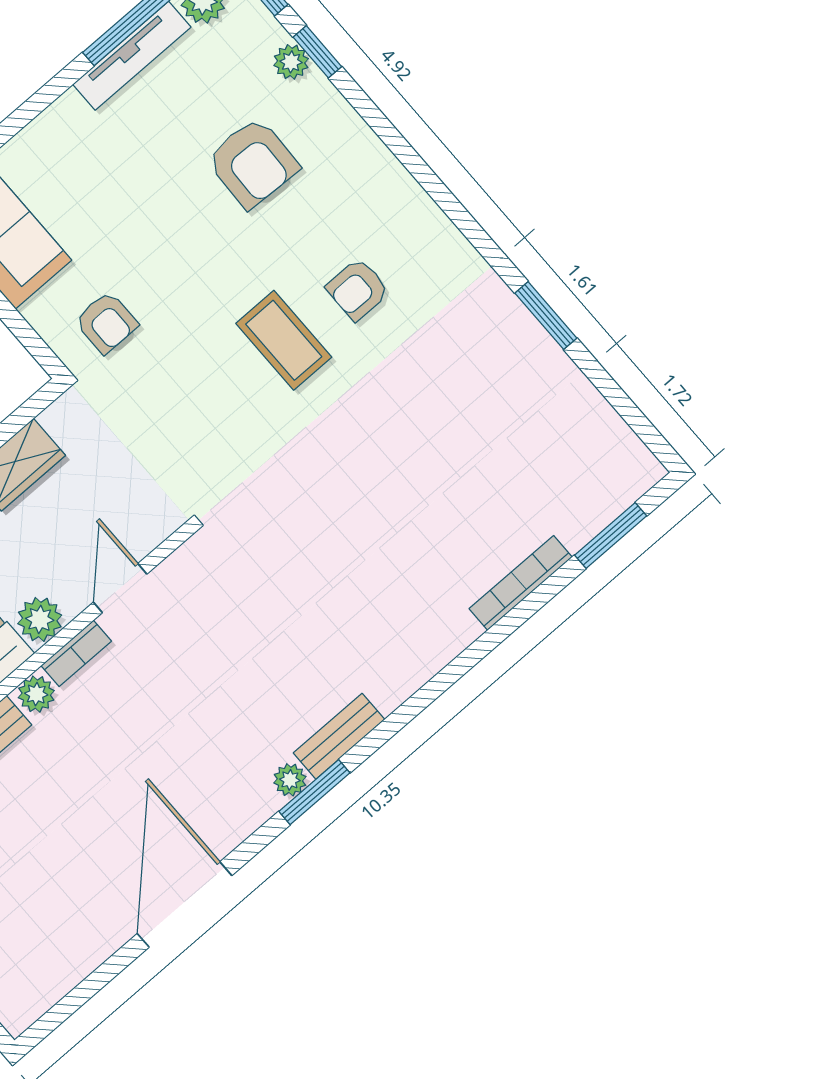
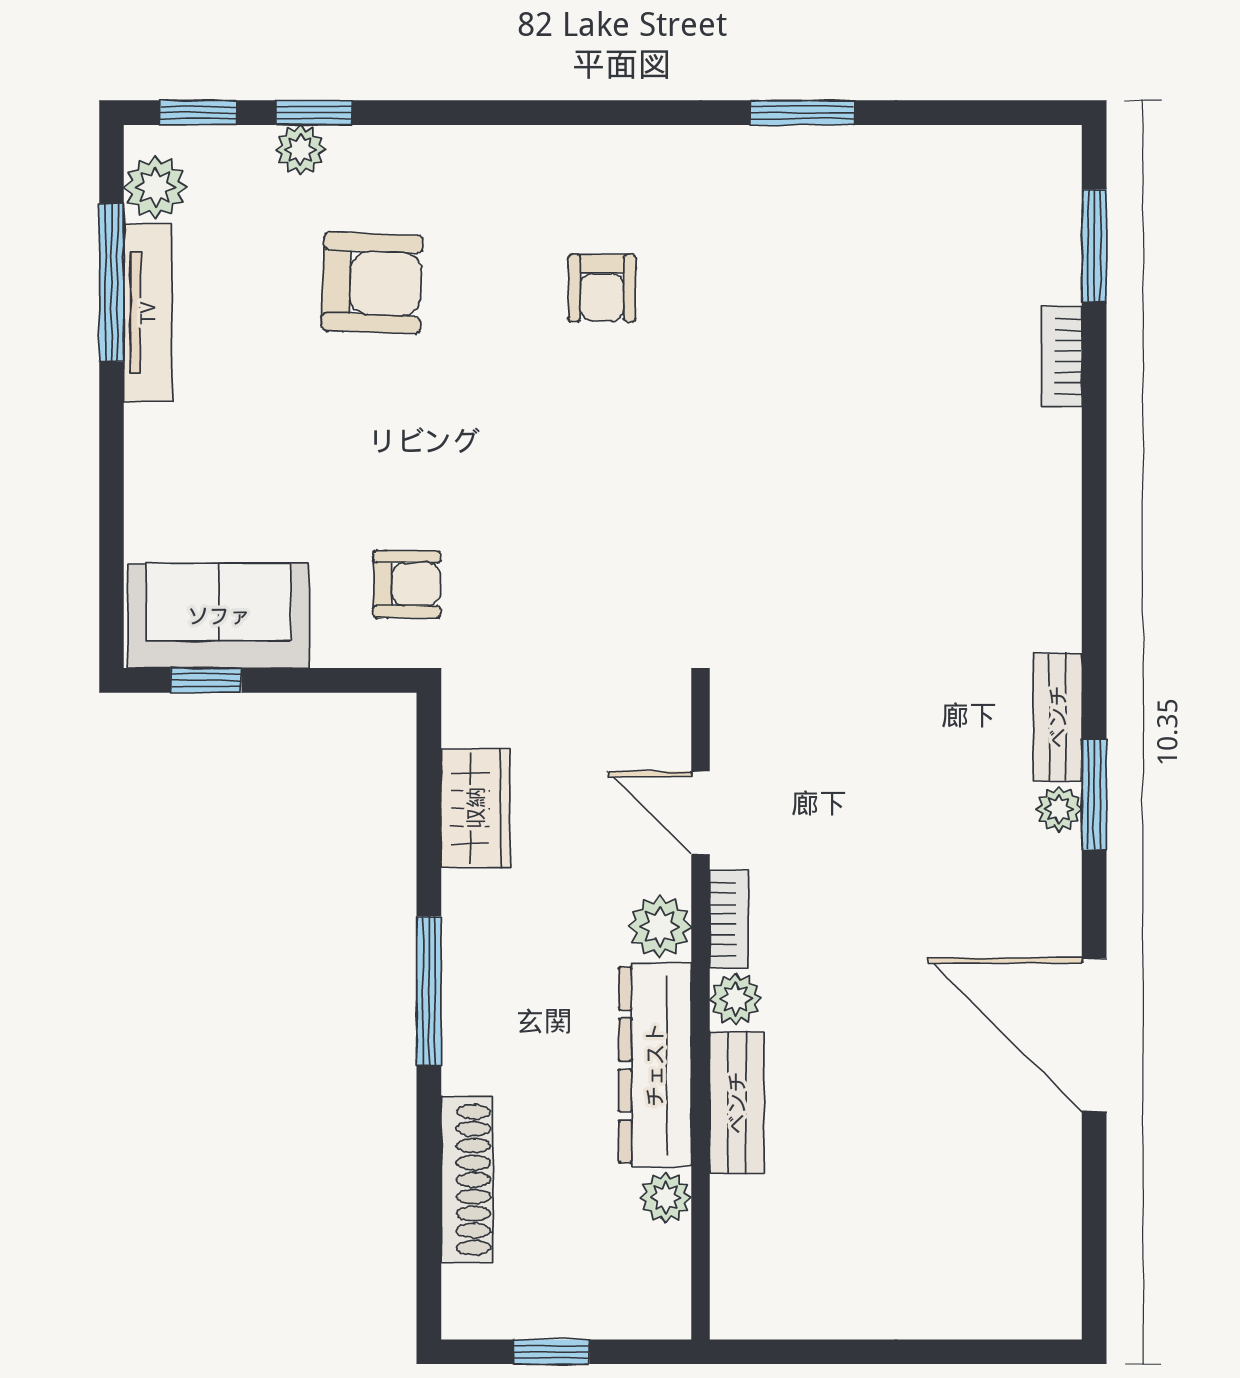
coffee table: (284, 340) -> (588, 413), removed
bookcase: (521, 583) -> (1062, 356), width x0.64

